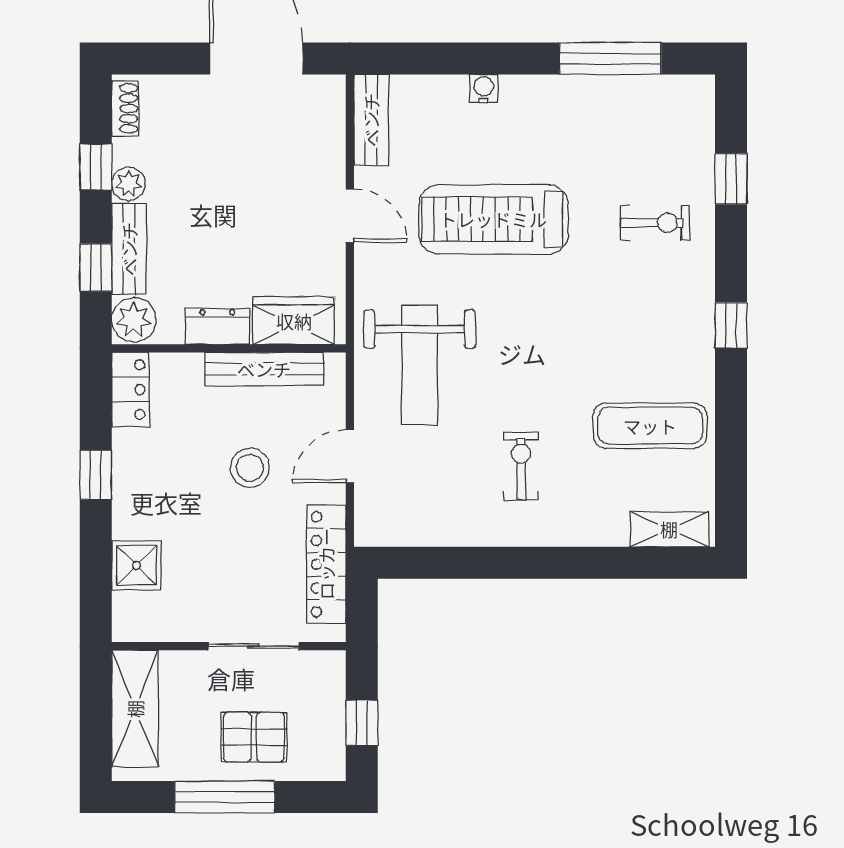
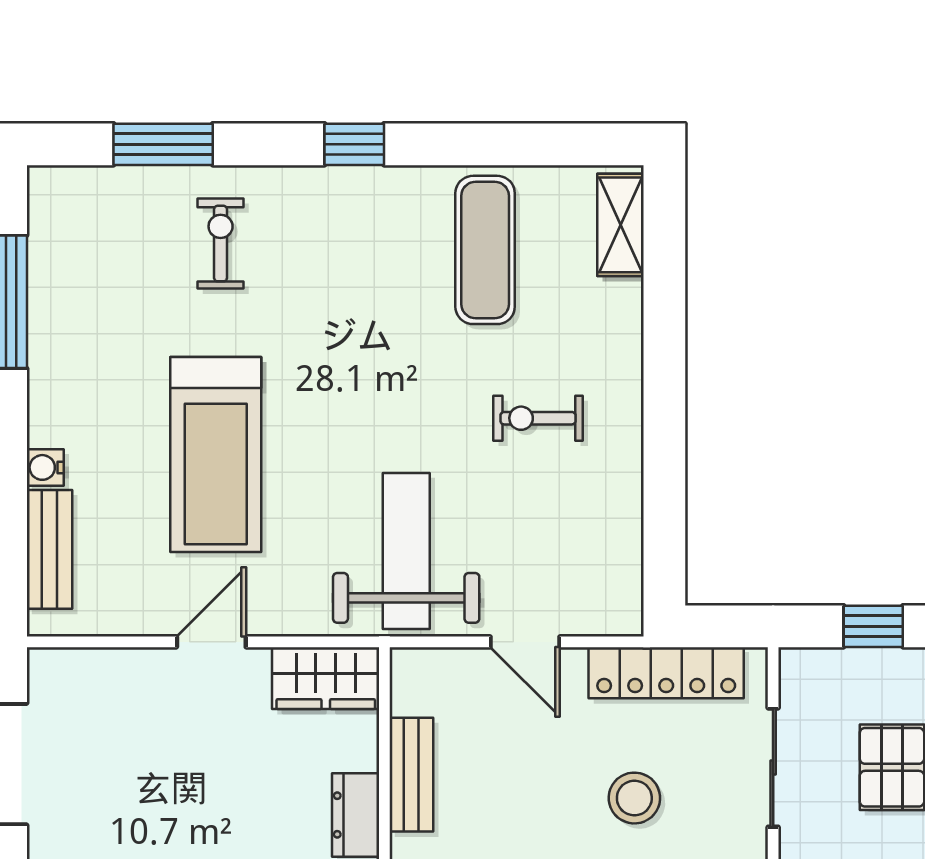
bench: (371, 120) -> (49, 549), moved, turned 90
window: (731, 179) -> (163, 144), width x1.50
wardrobe: (294, 321) -> (326, 678), moved, turned -90
weight bench: (420, 365) -> (406, 551), turned -90
bench: (264, 369) -> (411, 775), width x0.73
stool: (250, 468) -> (634, 798), moved

